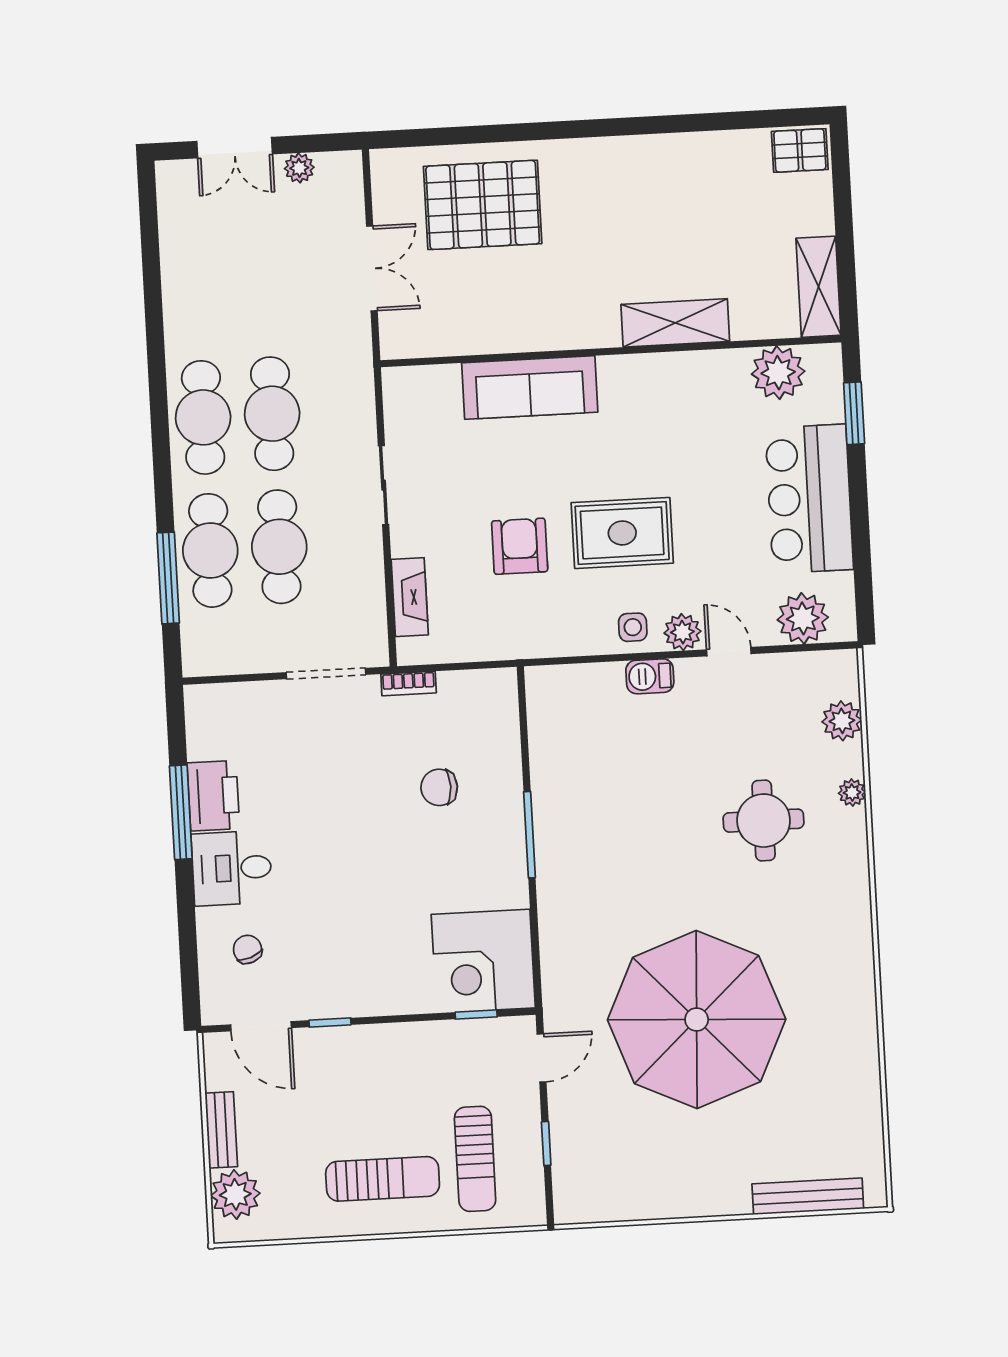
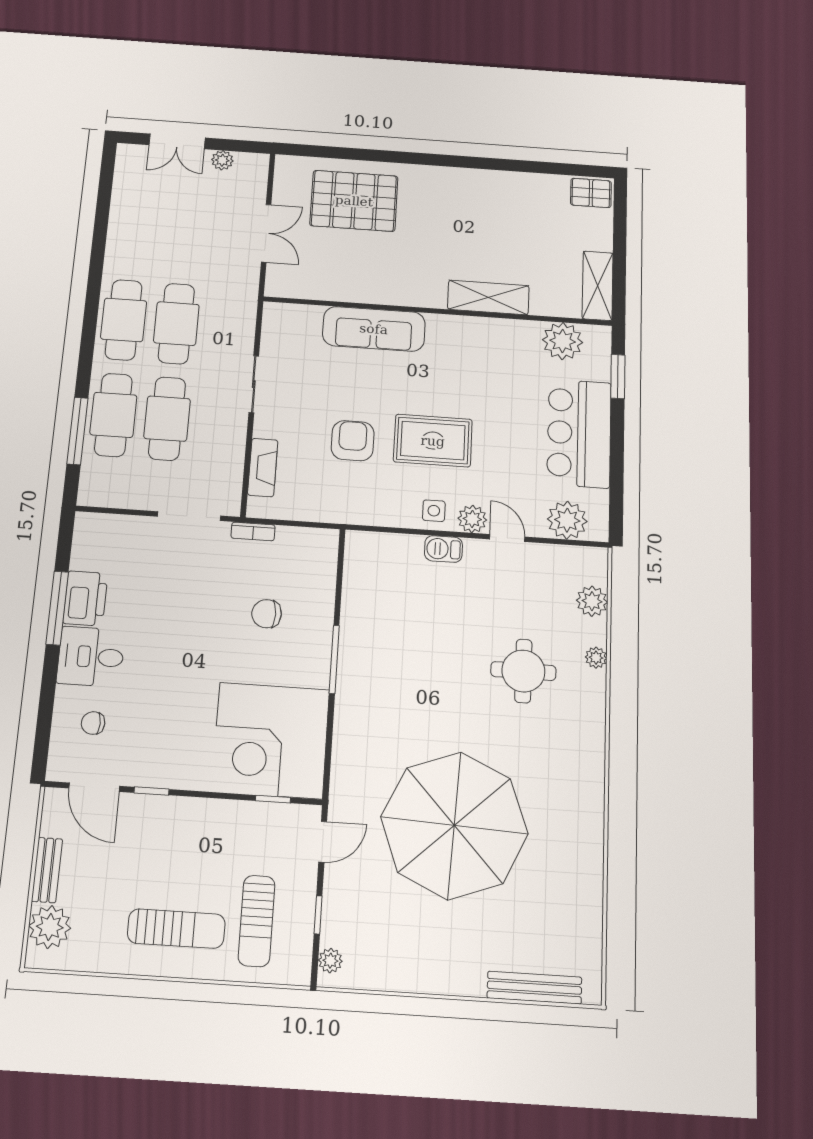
chair: (247, 949) -> (93, 723), turned -70
corner desk: (483, 961) -> (271, 740), width x1.36, depth x1.36
plant: (567, 1194) -> (330, 961), added

